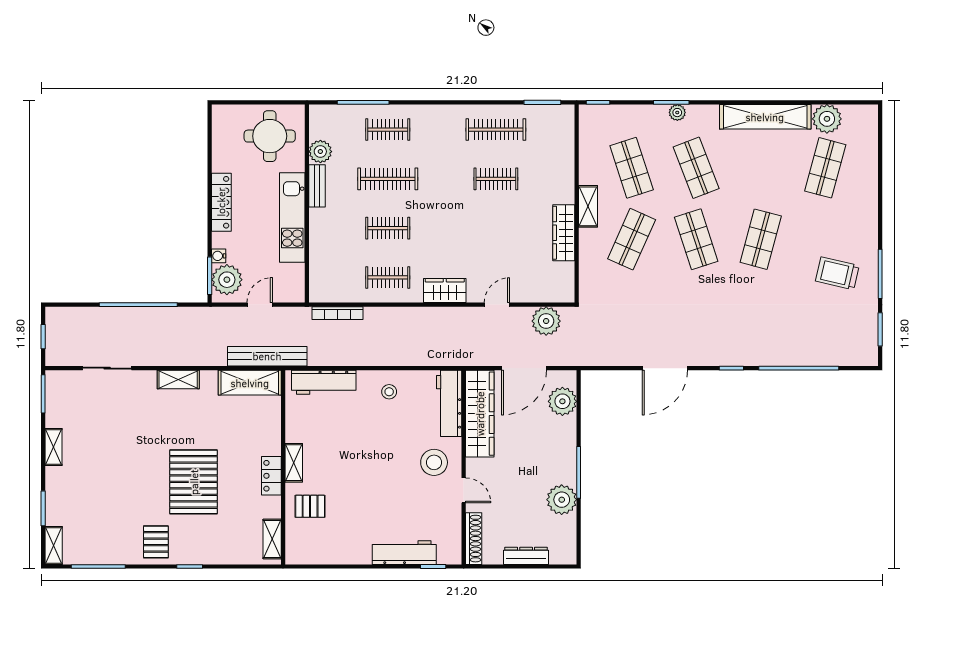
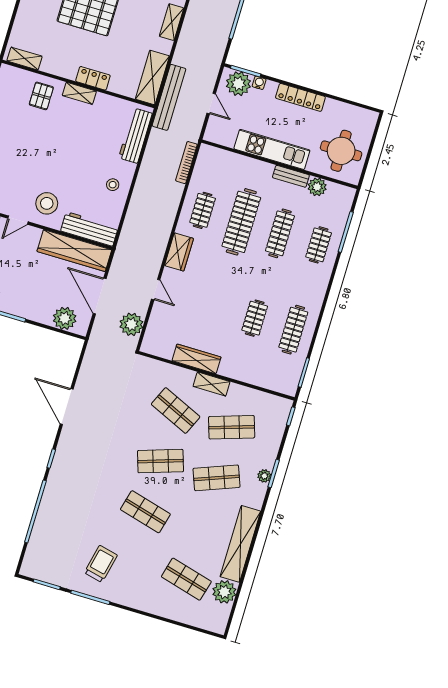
clothes rail: (388, 228) -> (241, 222), width x1.86, depth x1.31
locker: (271, 476) -> (93, 78), moved

